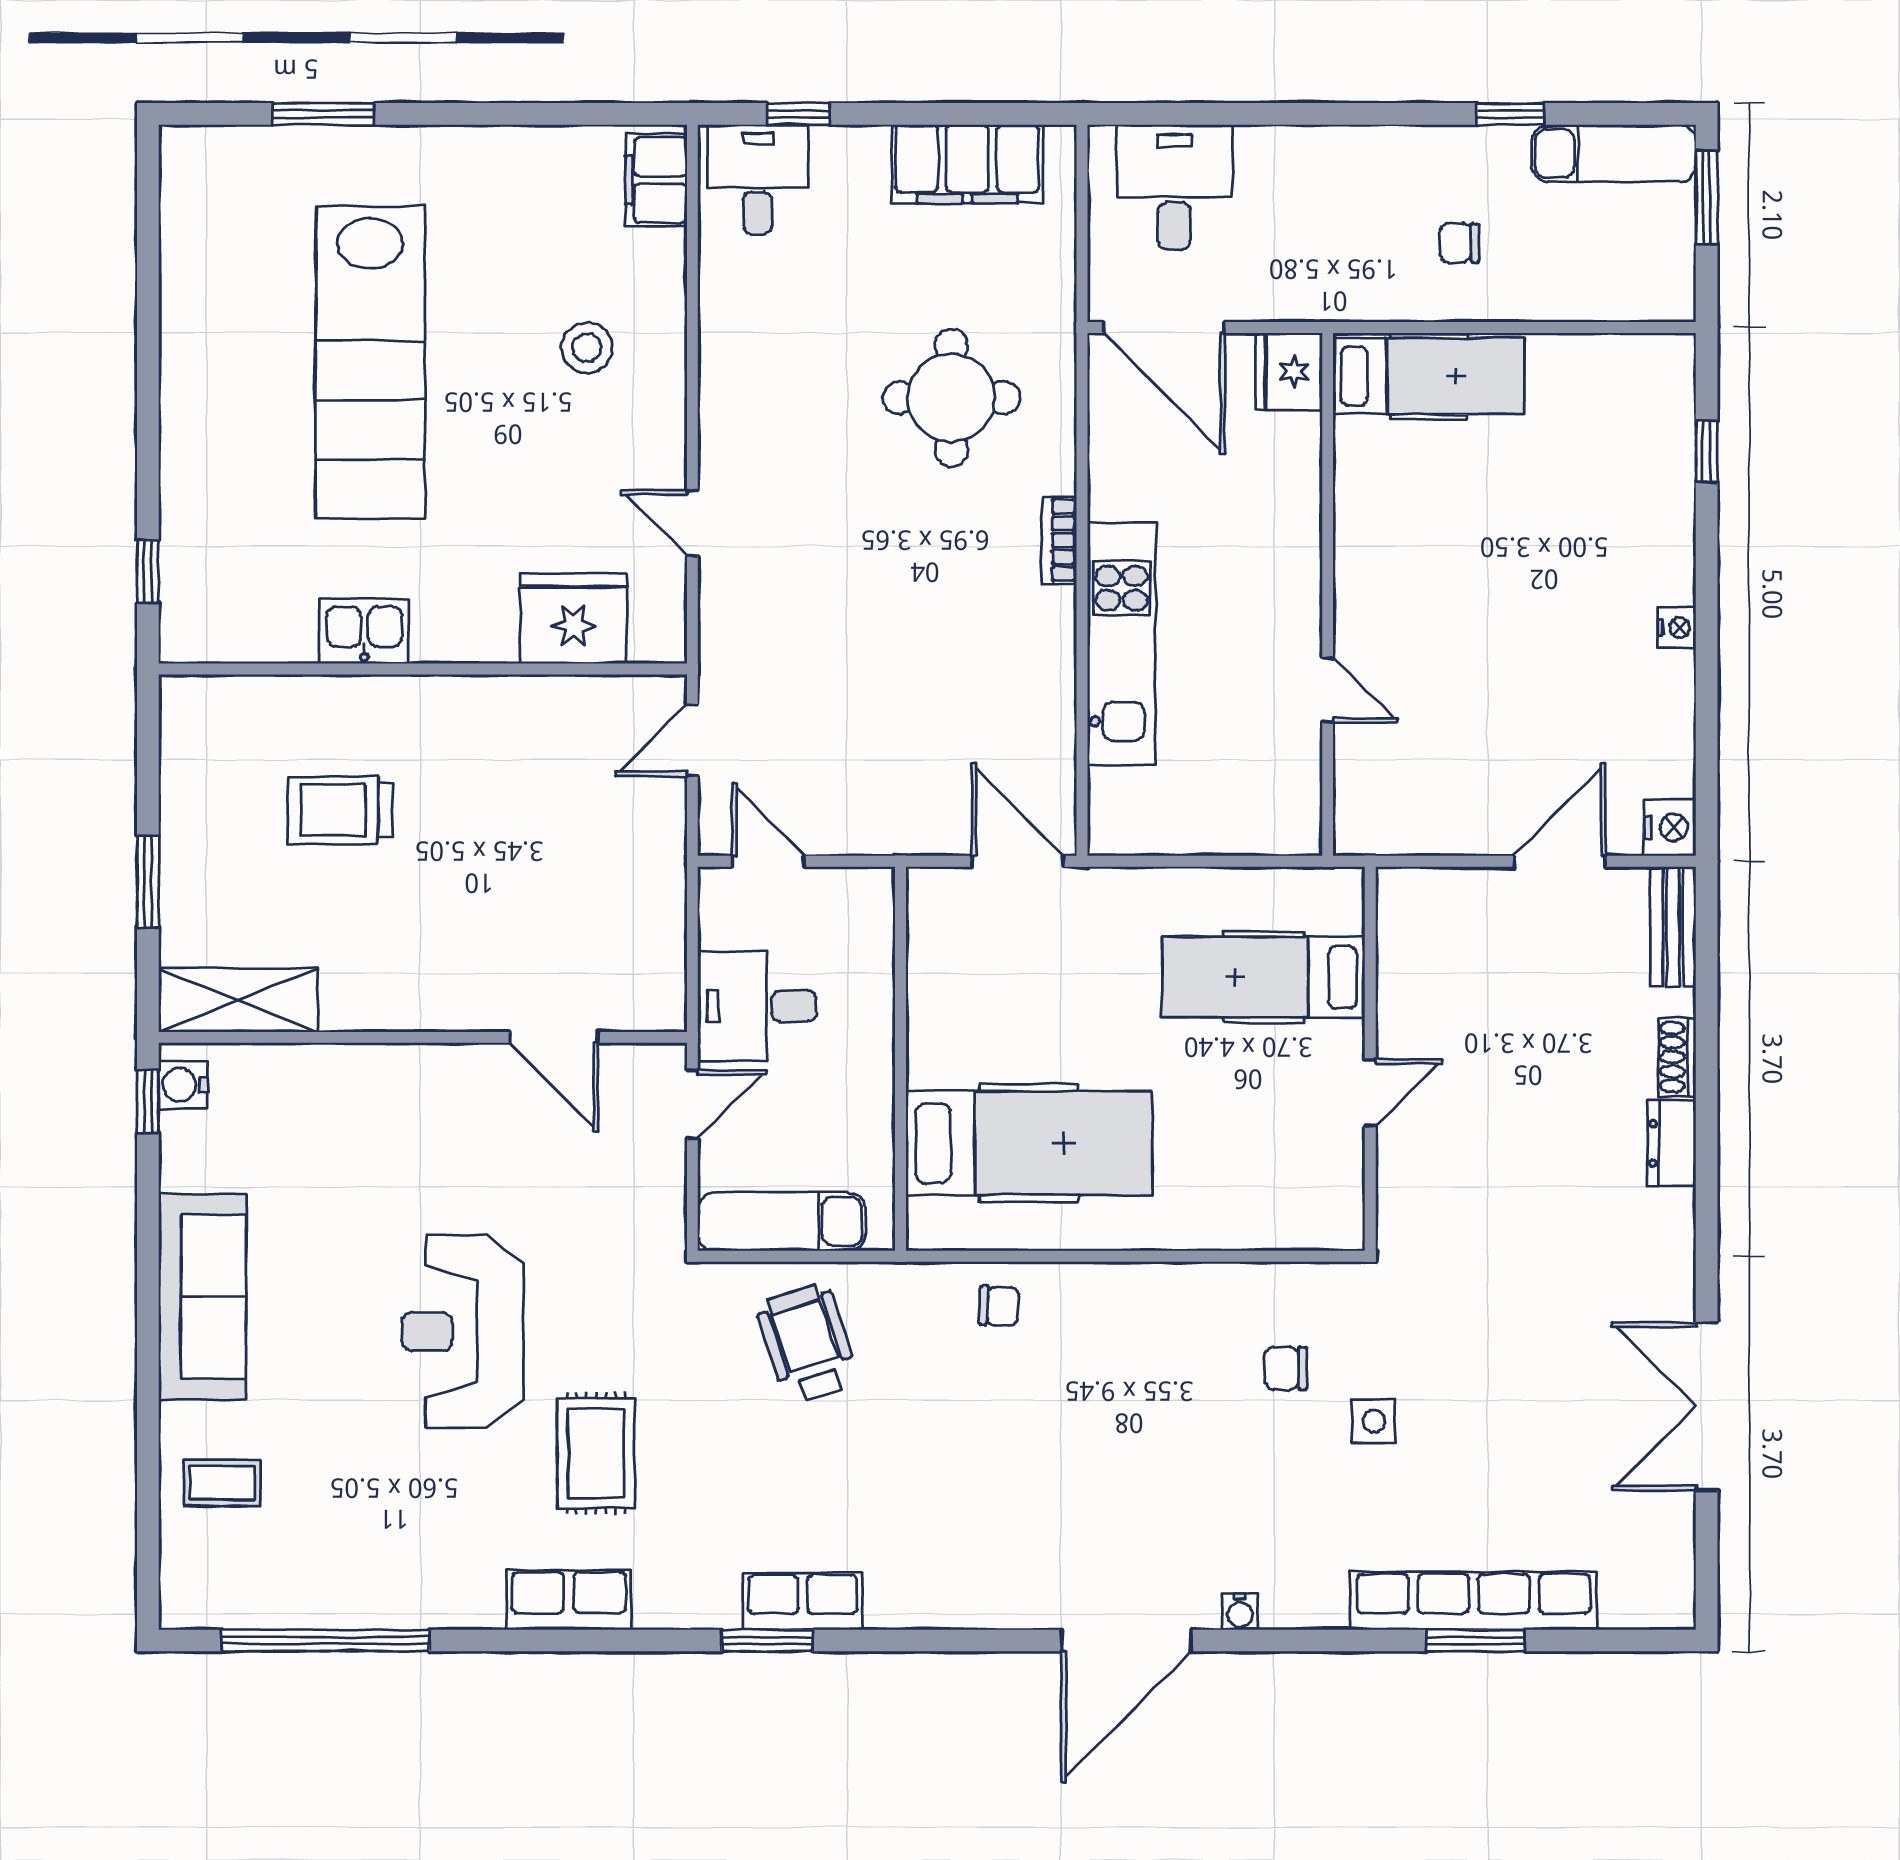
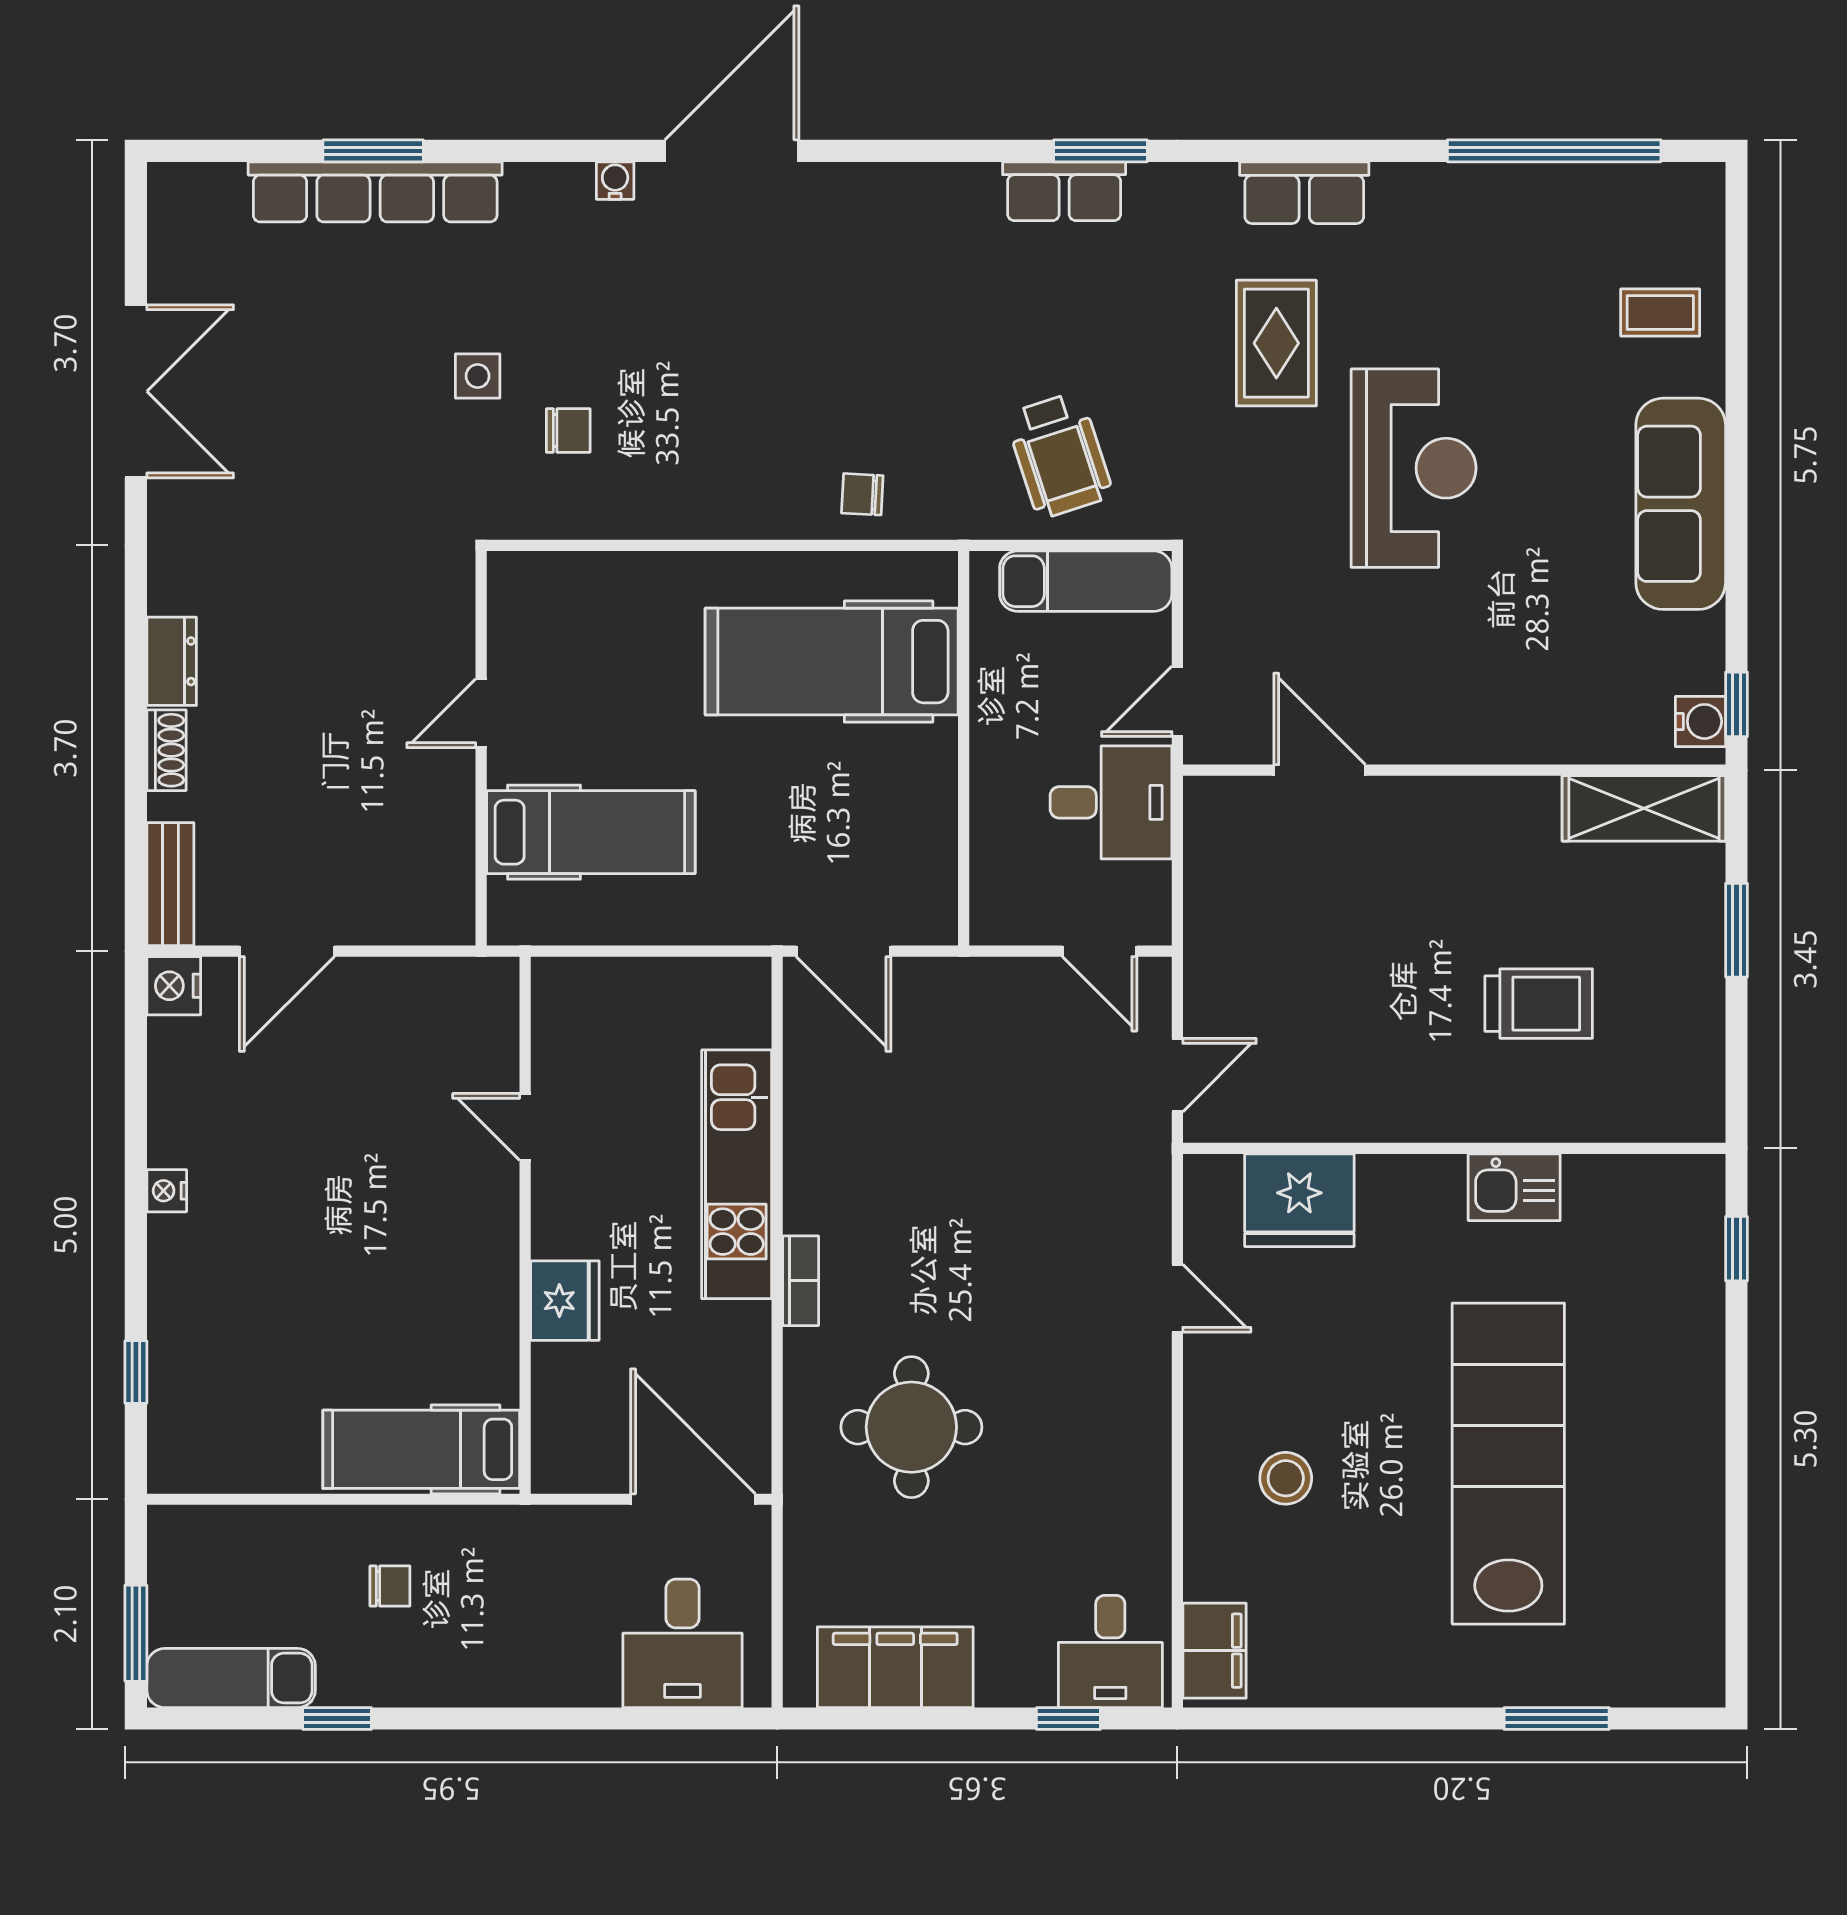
fridge: (1289, 371) -> (565, 1301), moved

